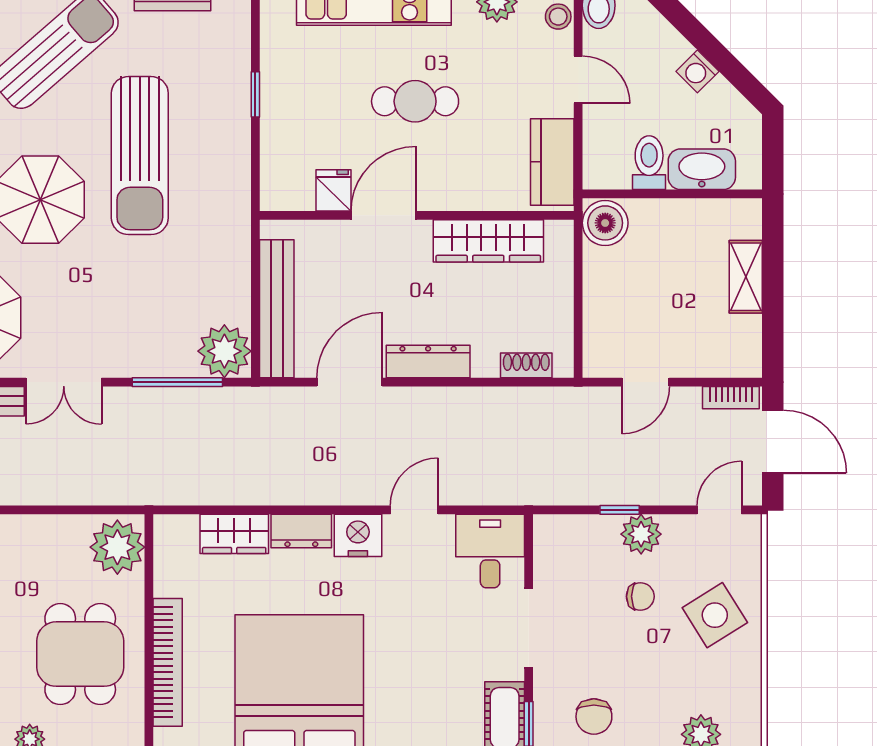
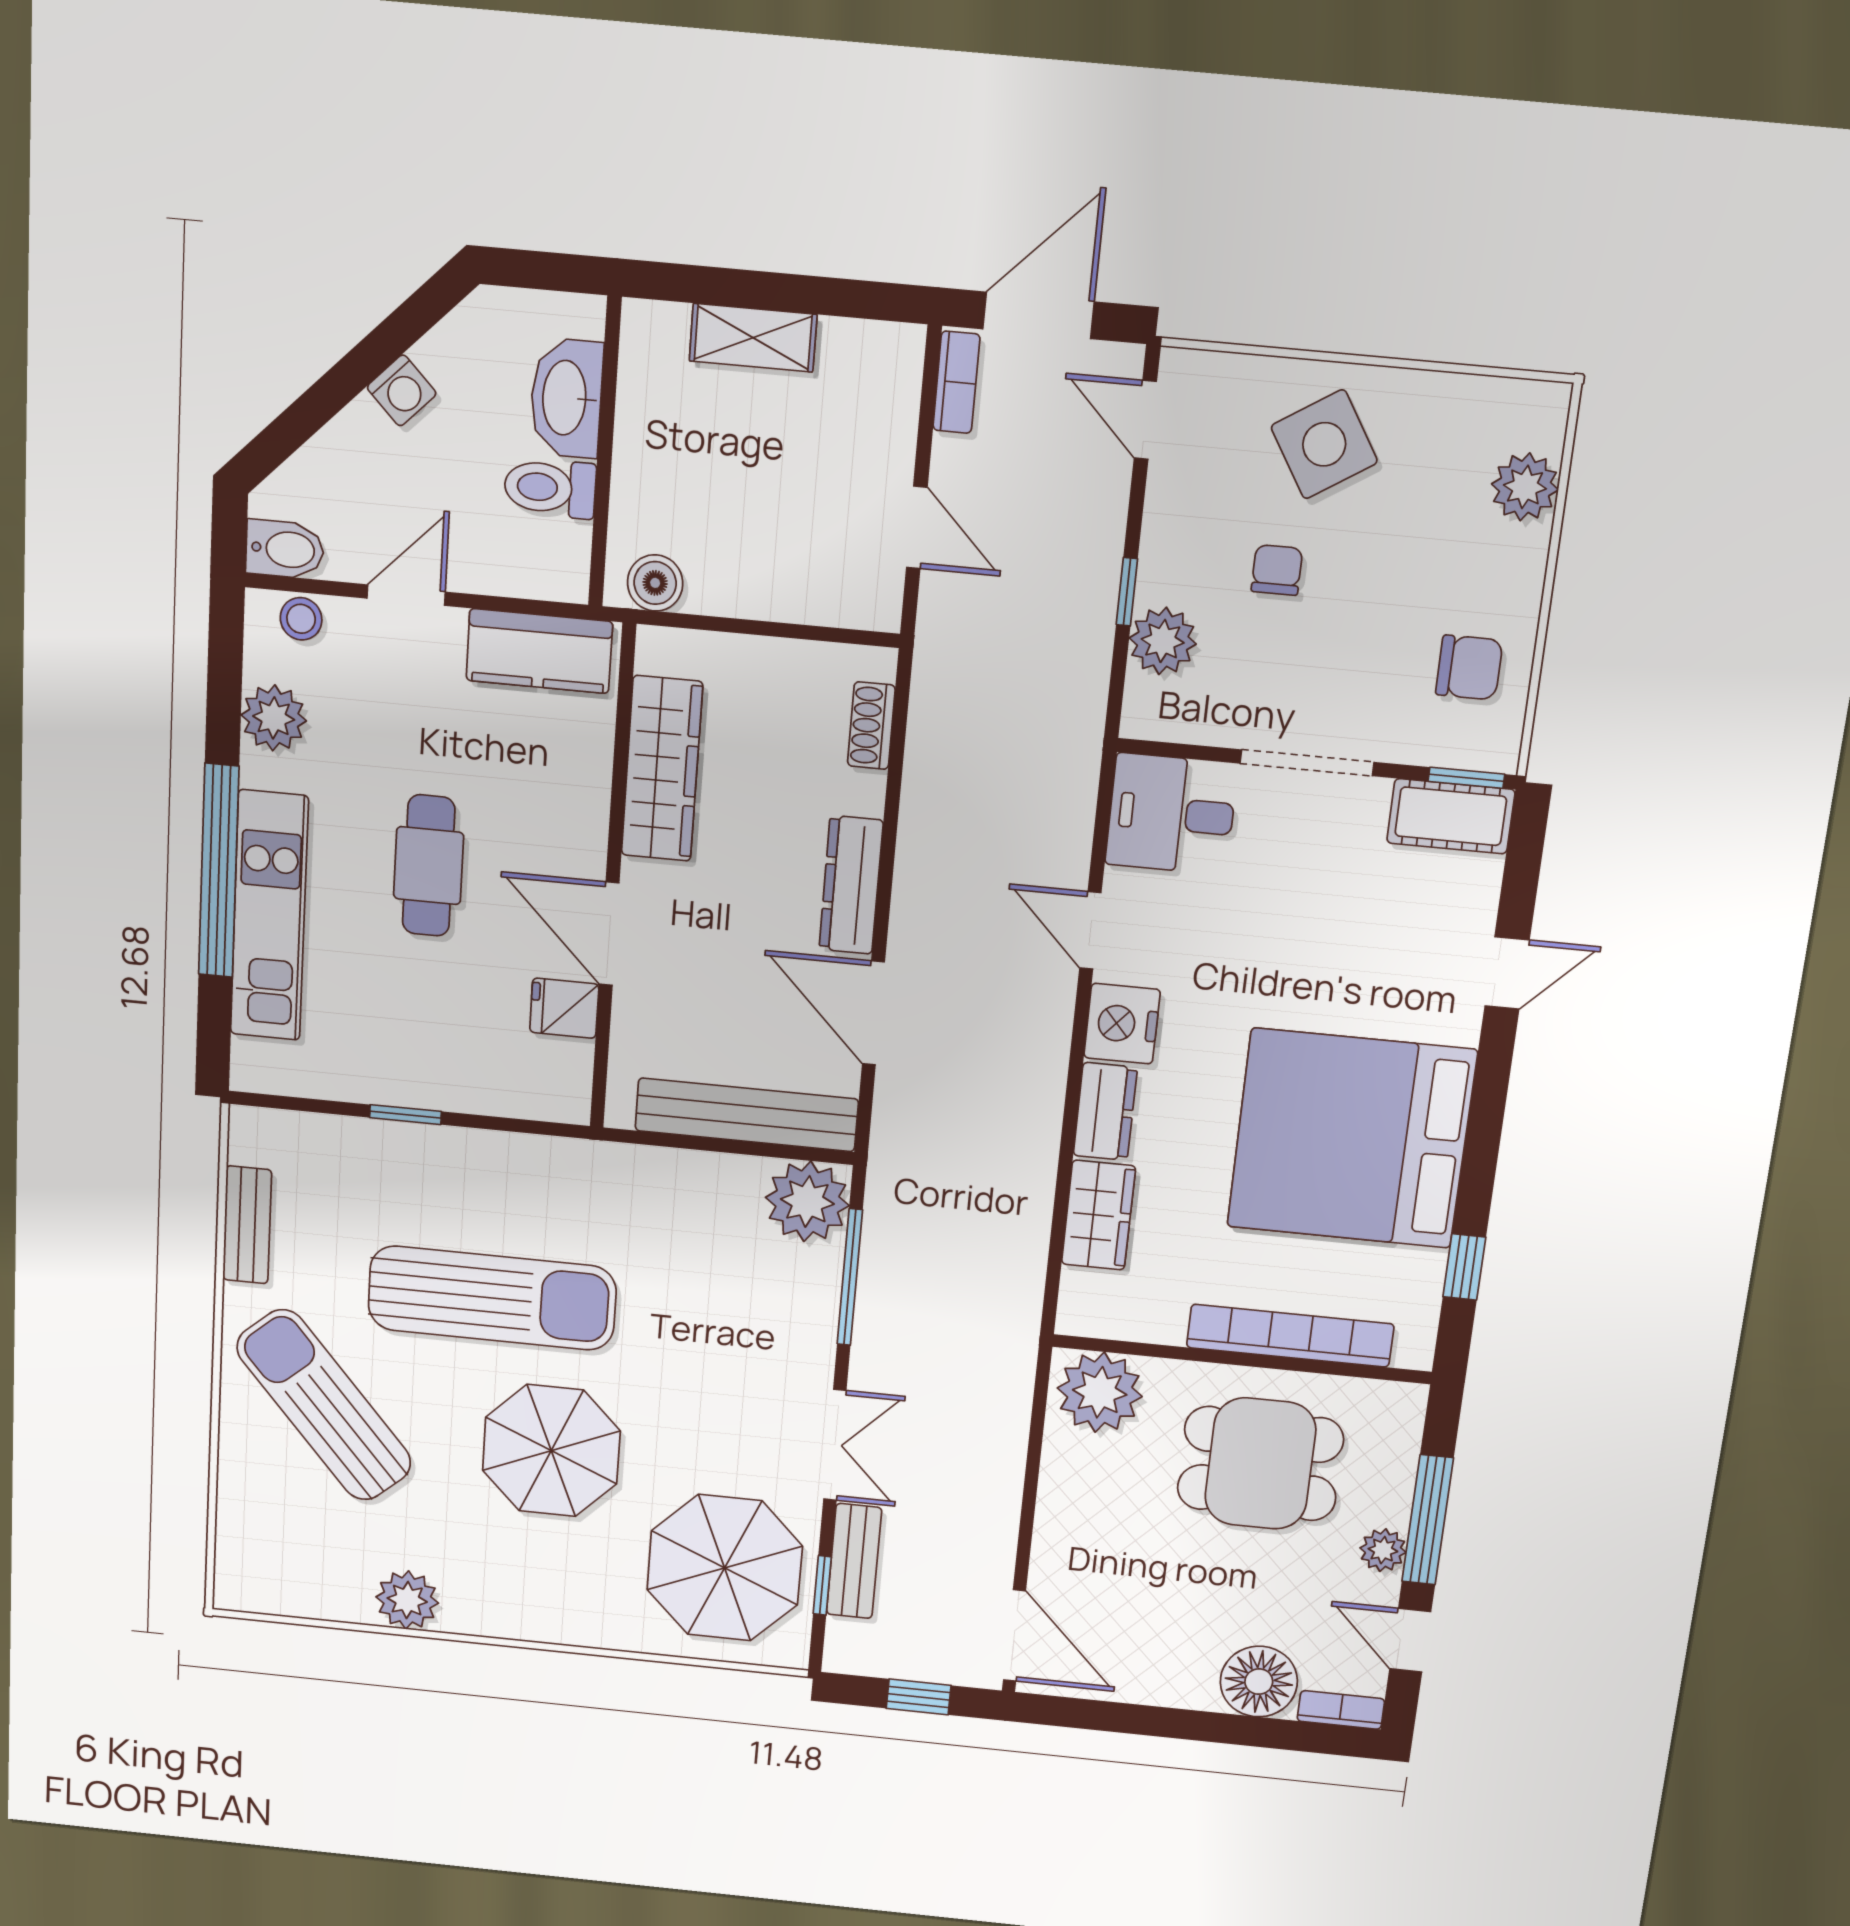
boiler: (605, 223) -> (655, 583), width x0.73, depth x0.73
plant: (641, 534) -> (1163, 641), moved

